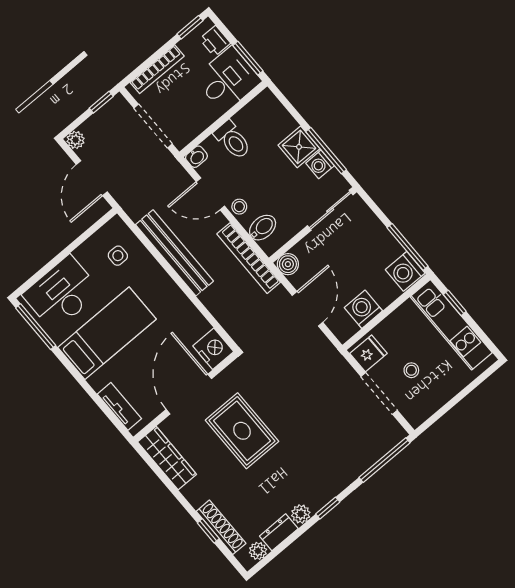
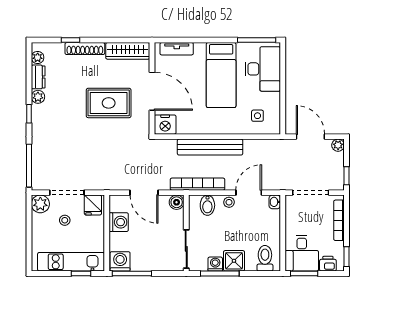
toilet: (233, 140) -> (265, 258), moved, turned 90
bench: (174, 253) -> (210, 147), moved
plant: (416, 412) -> (40, 204), added
shoe rack: (221, 527) -> (85, 49), moved

